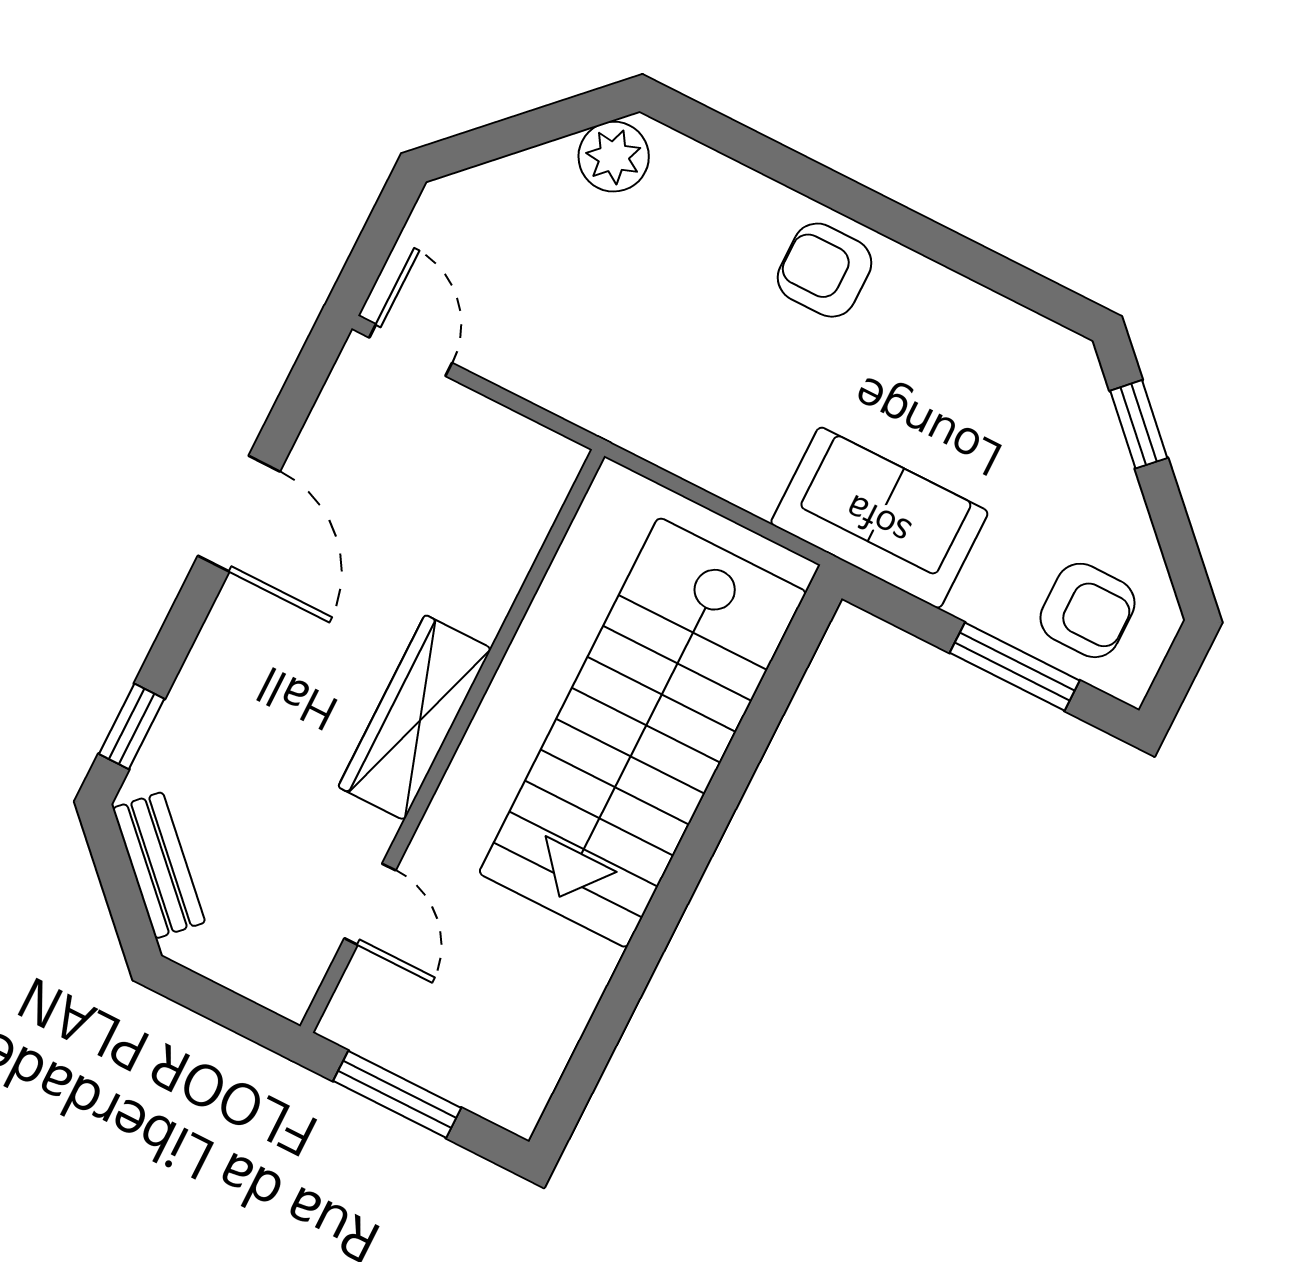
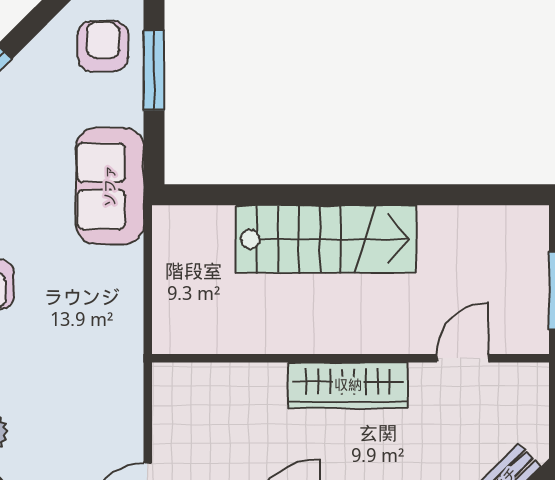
stairs: (643, 733) -> (326, 239), width x0.73, depth x0.66

